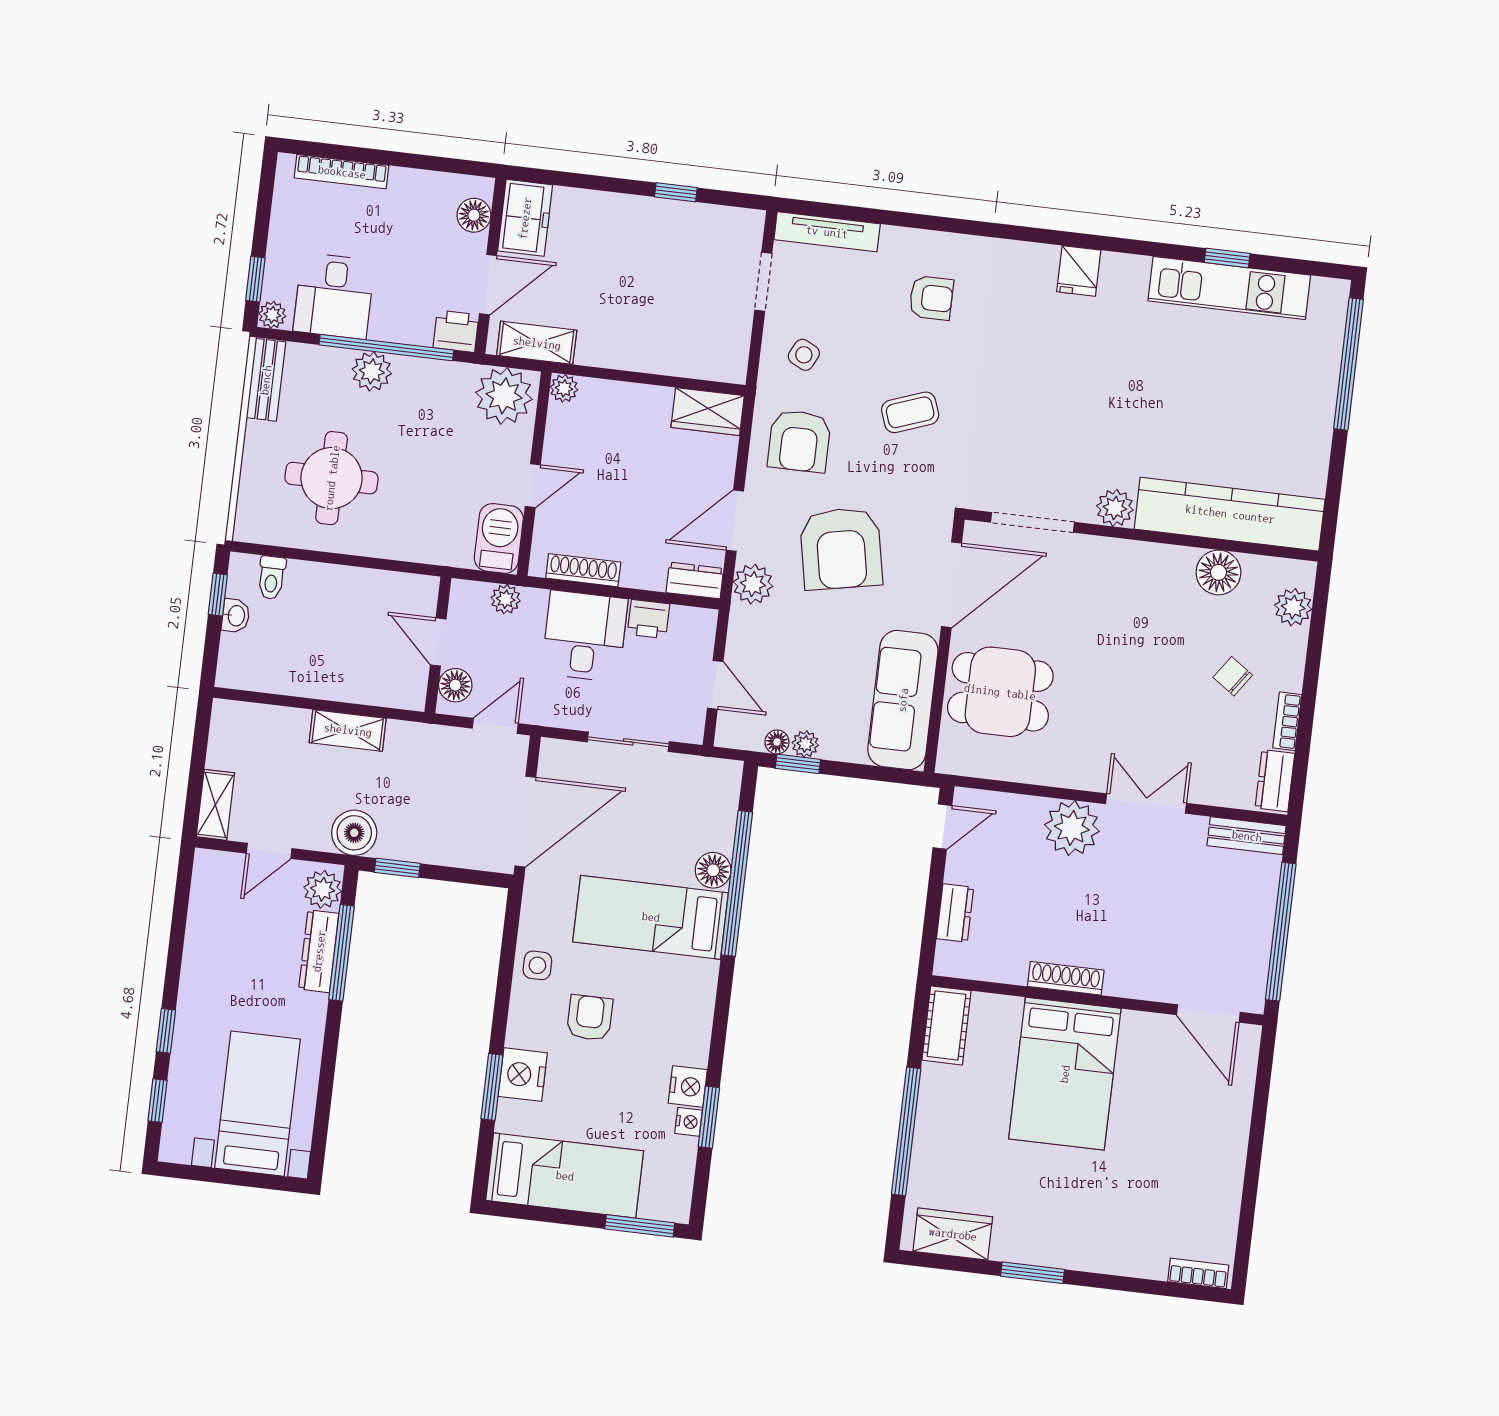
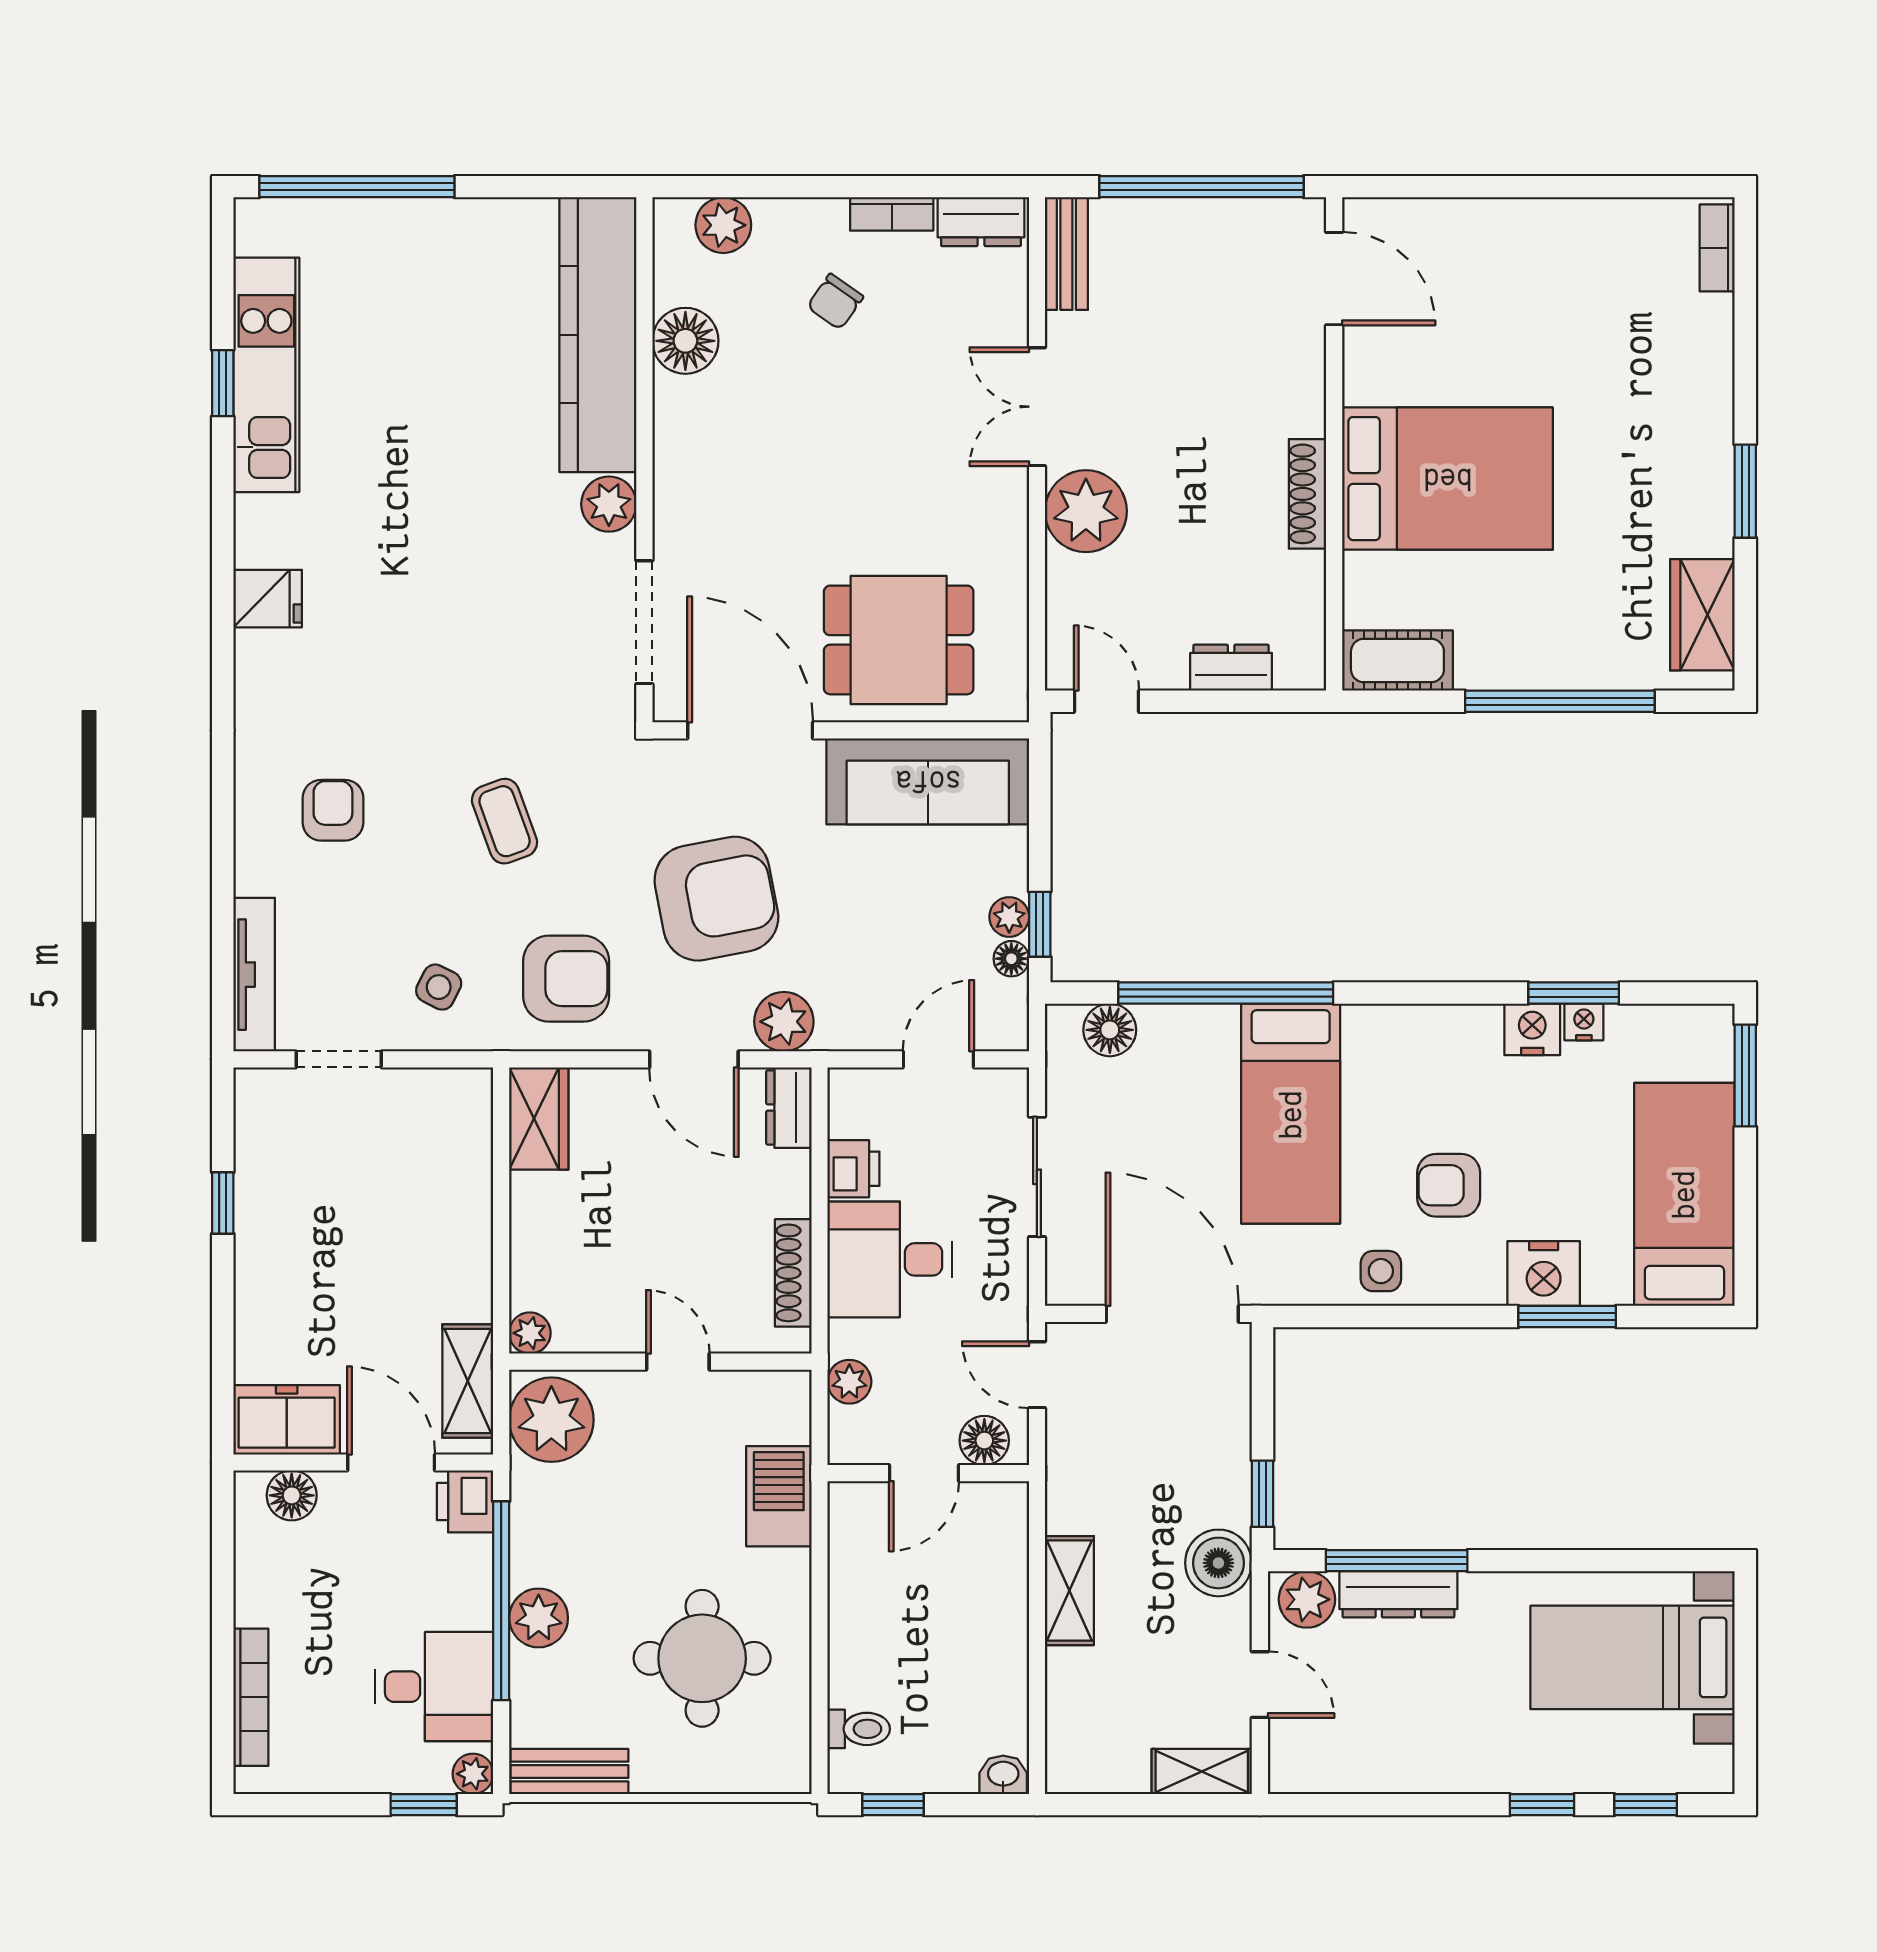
barbecue: (499, 538) -> (779, 1496), moved, turned 90
washbasin: (236, 616) -> (1003, 1775), moved
dining table: (1000, 692) -> (899, 640), turned 90
floor lamp: (713, 870) -> (1110, 1030), moved
door: (1208, 1013) -> (1334, 279), hinge flipped

